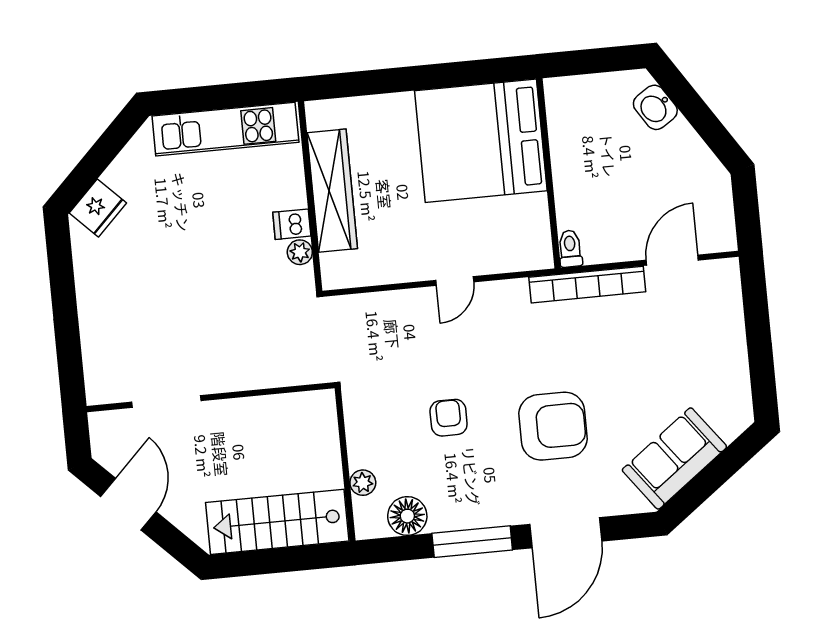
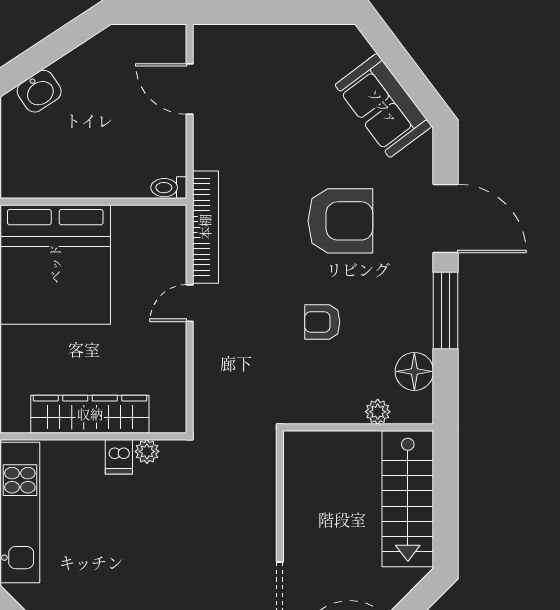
door: (455, 281) -> (190, 303), swing flipped
bookcase: (587, 285) -> (205, 227), moved
armchair: (553, 426) -> (340, 221), turned 90

